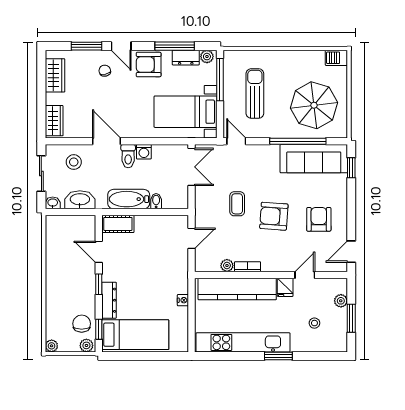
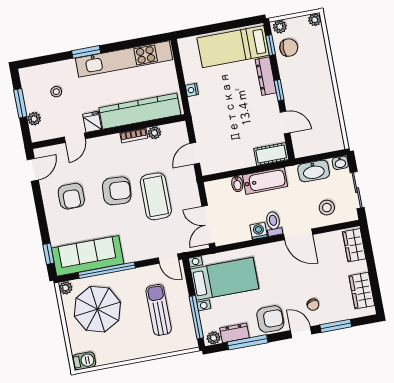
sun lounger: (255, 93) -> (159, 310), turned 180
plant: (341, 132) -> (66, 288), added
coffee table: (237, 204) -> (156, 196), width x1.86, depth x1.72
chair: (82, 324) -> (289, 48), turned -90

